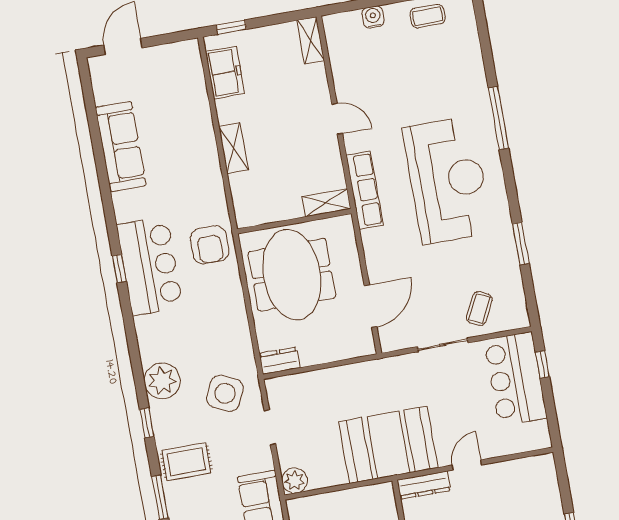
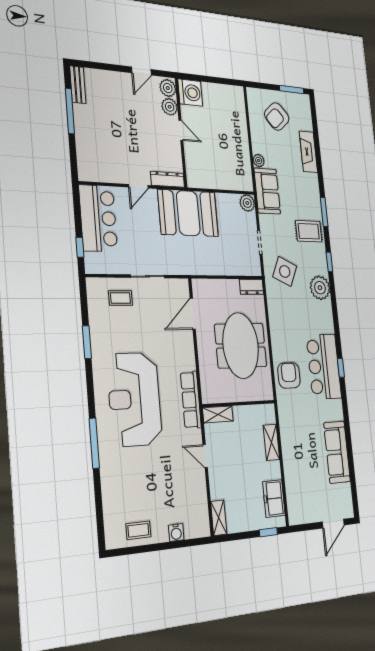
shelving: (326, 203) -> (218, 414), moved
wall: (294, 221) -> (239, 404), moved
coffee table: (479, 309) -> (120, 298), turned 63
bar counter: (515, 379) -> (98, 218), moved

